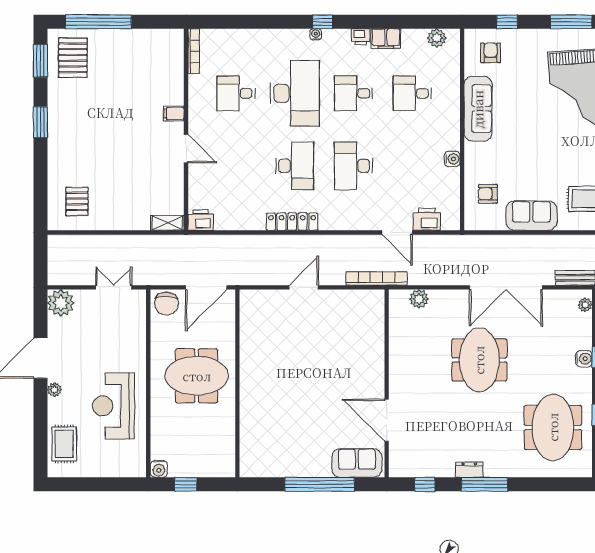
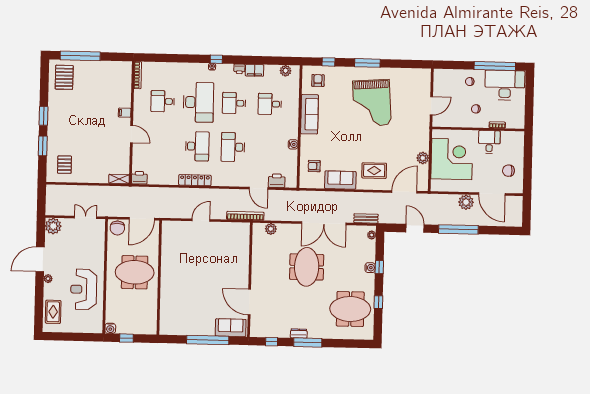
window: (40, 61) -> (43, 146), moved
meeting table: (553, 427) -> (350, 309), turned 90

